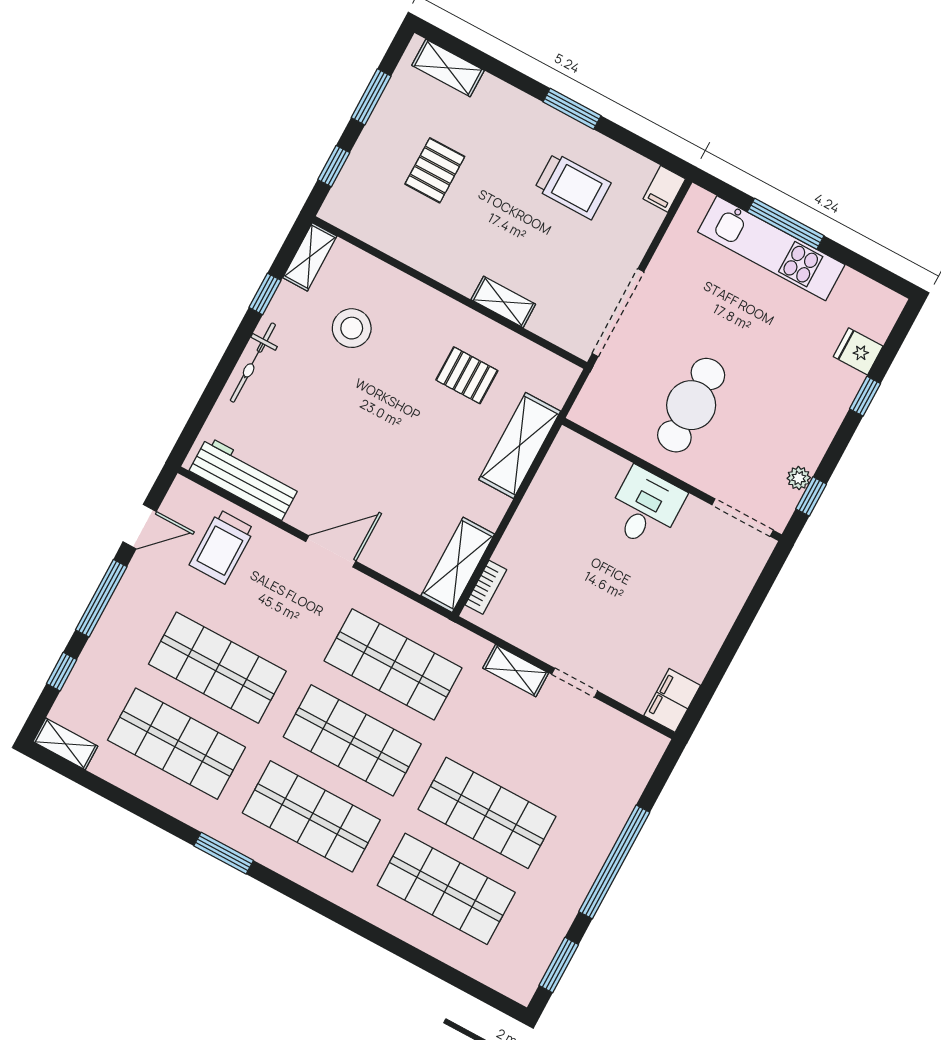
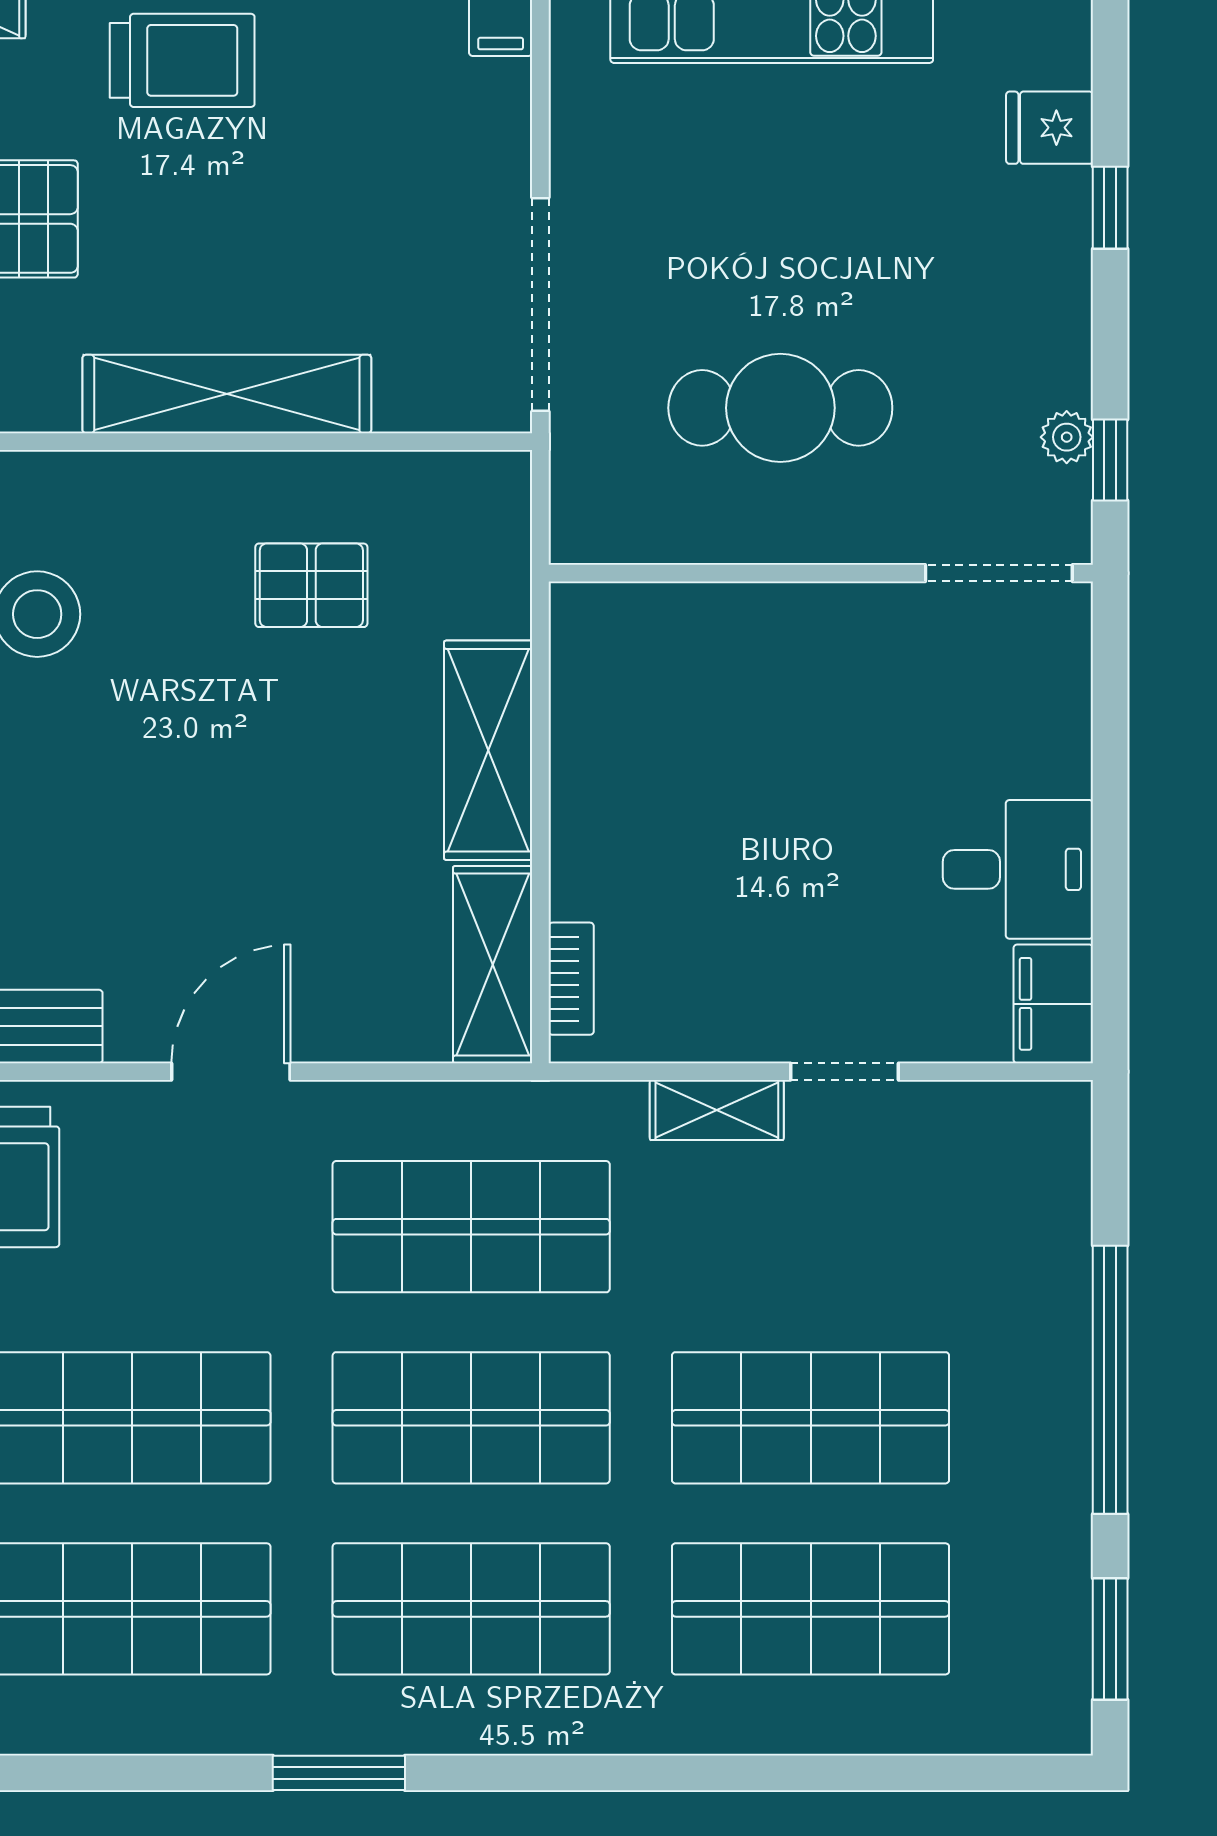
trolley: (573, 186) -> (182, 60), moved
shelving: (503, 302) -> (227, 394), width x2.20, depth x1.33
cafe table: (691, 405) -> (780, 408), turned 90
shelving: (520, 445) -> (488, 750), moved
desk: (645, 508) -> (1018, 869), moved, turned 90

